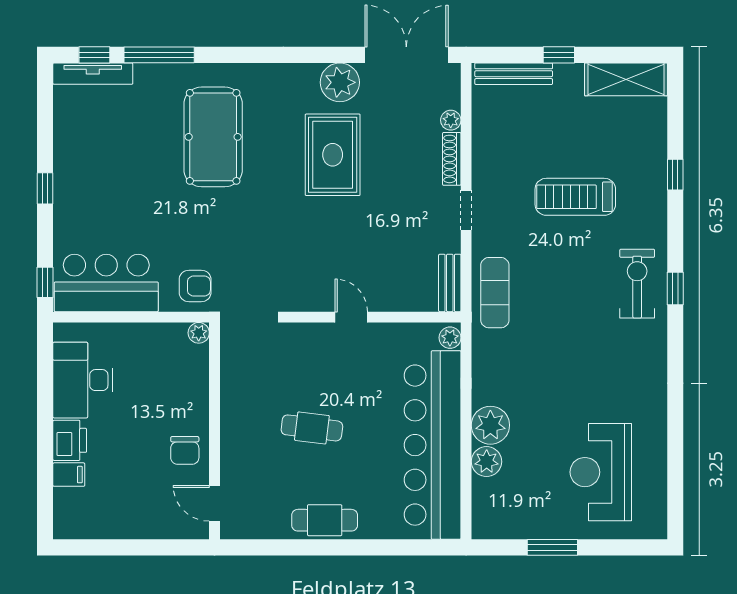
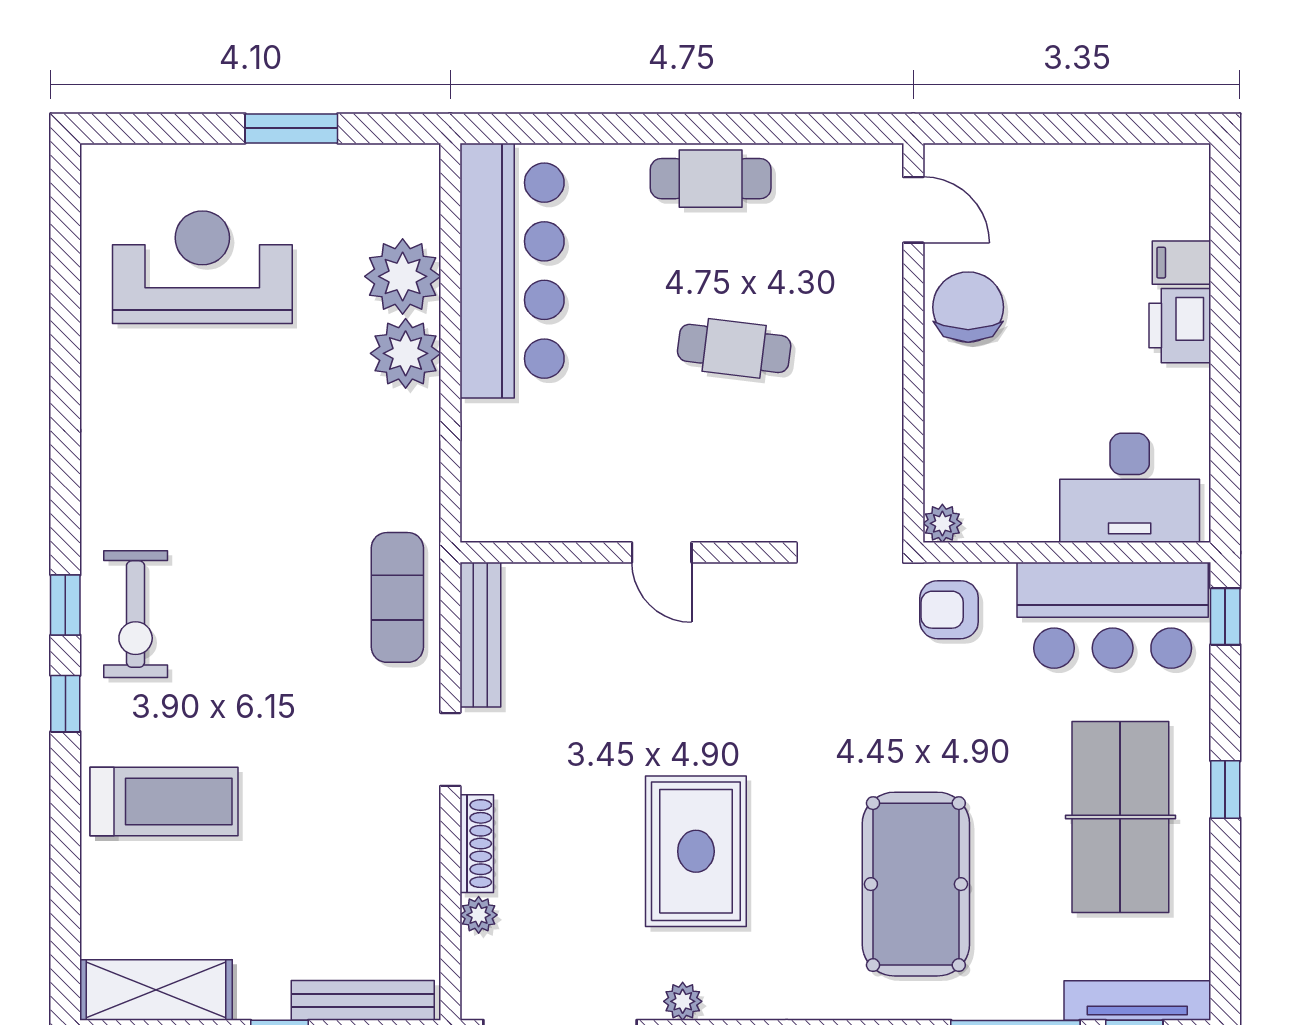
plant: (340, 82) -> (683, 1001), width x0.53, depth x0.53
table tennis table: (102, 173) -> (1120, 817), added
window: (675, 175) -> (65, 704), moved
treadmill: (575, 197) -> (164, 802), moved
bench: (450, 283) -> (480, 635), width x1.36
plant: (450, 338) -> (480, 515), removed
desk: (83, 380) -> (1130, 488), moved, turned 90
bar counter: (433, 445) -> (512, 271), width x0.73
chair: (185, 450) -> (968, 307), width x1.37, depth x1.37
plant: (487, 462) -> (403, 276), width x1.36, depth x1.36
reception desk: (601, 472) -> (202, 267), turned -90

